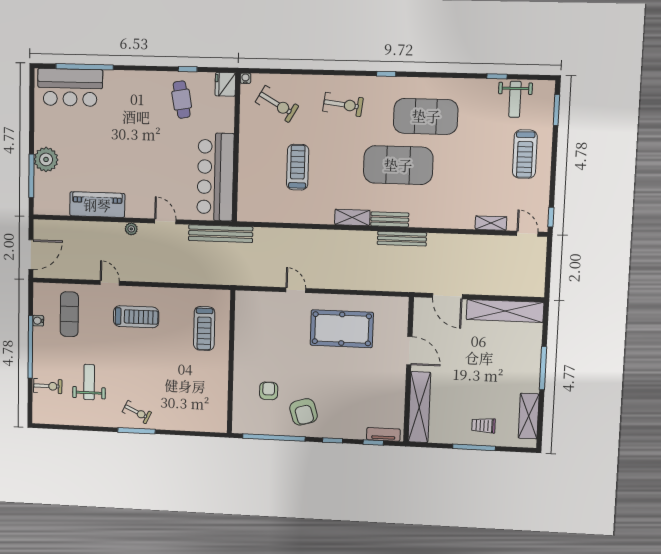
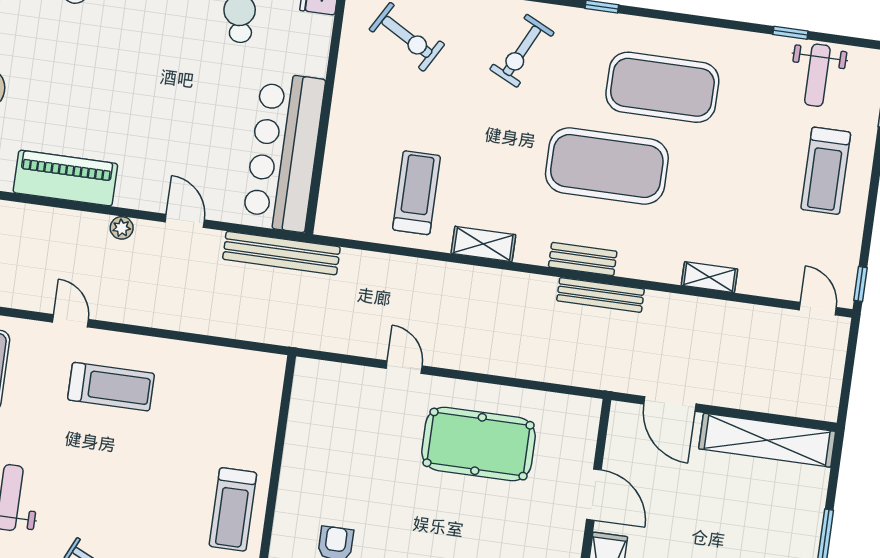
exercise bike: (343, 105) -> (522, 51), turned 109
treadmill: (298, 167) -> (416, 193), moved
shelving: (352, 217) -> (483, 244), moved
shelving: (491, 223) -> (709, 277), moved
treadmill: (204, 328) -> (233, 509), moved

